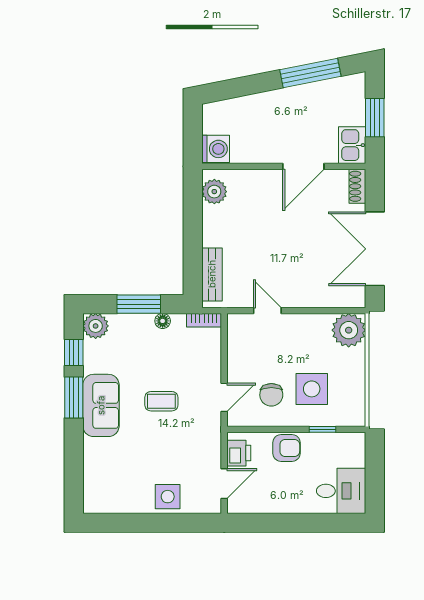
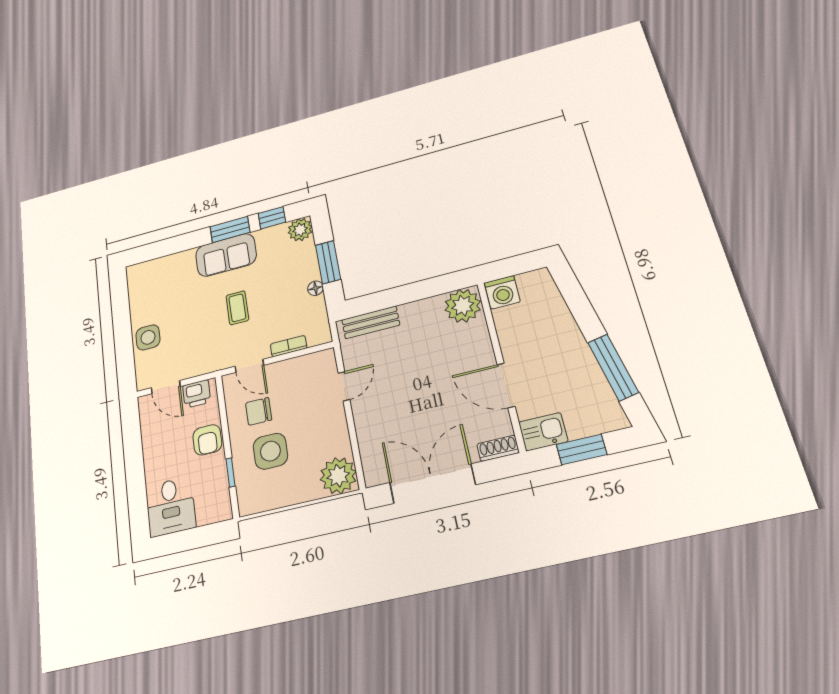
plant: (214, 192) -> (463, 306), width x1.36, depth x1.36
bookcase: (204, 320) -> (289, 346), moved, turned 90

